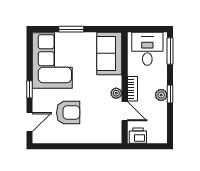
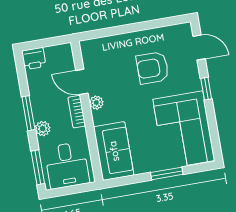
window: (170, 94) -> (28, 113), width x1.50
plant: (161, 95) -> (43, 129), moved
door: (30, 122) -> (199, 47), swing flipped
printer: (138, 136) -> (34, 59), moved

